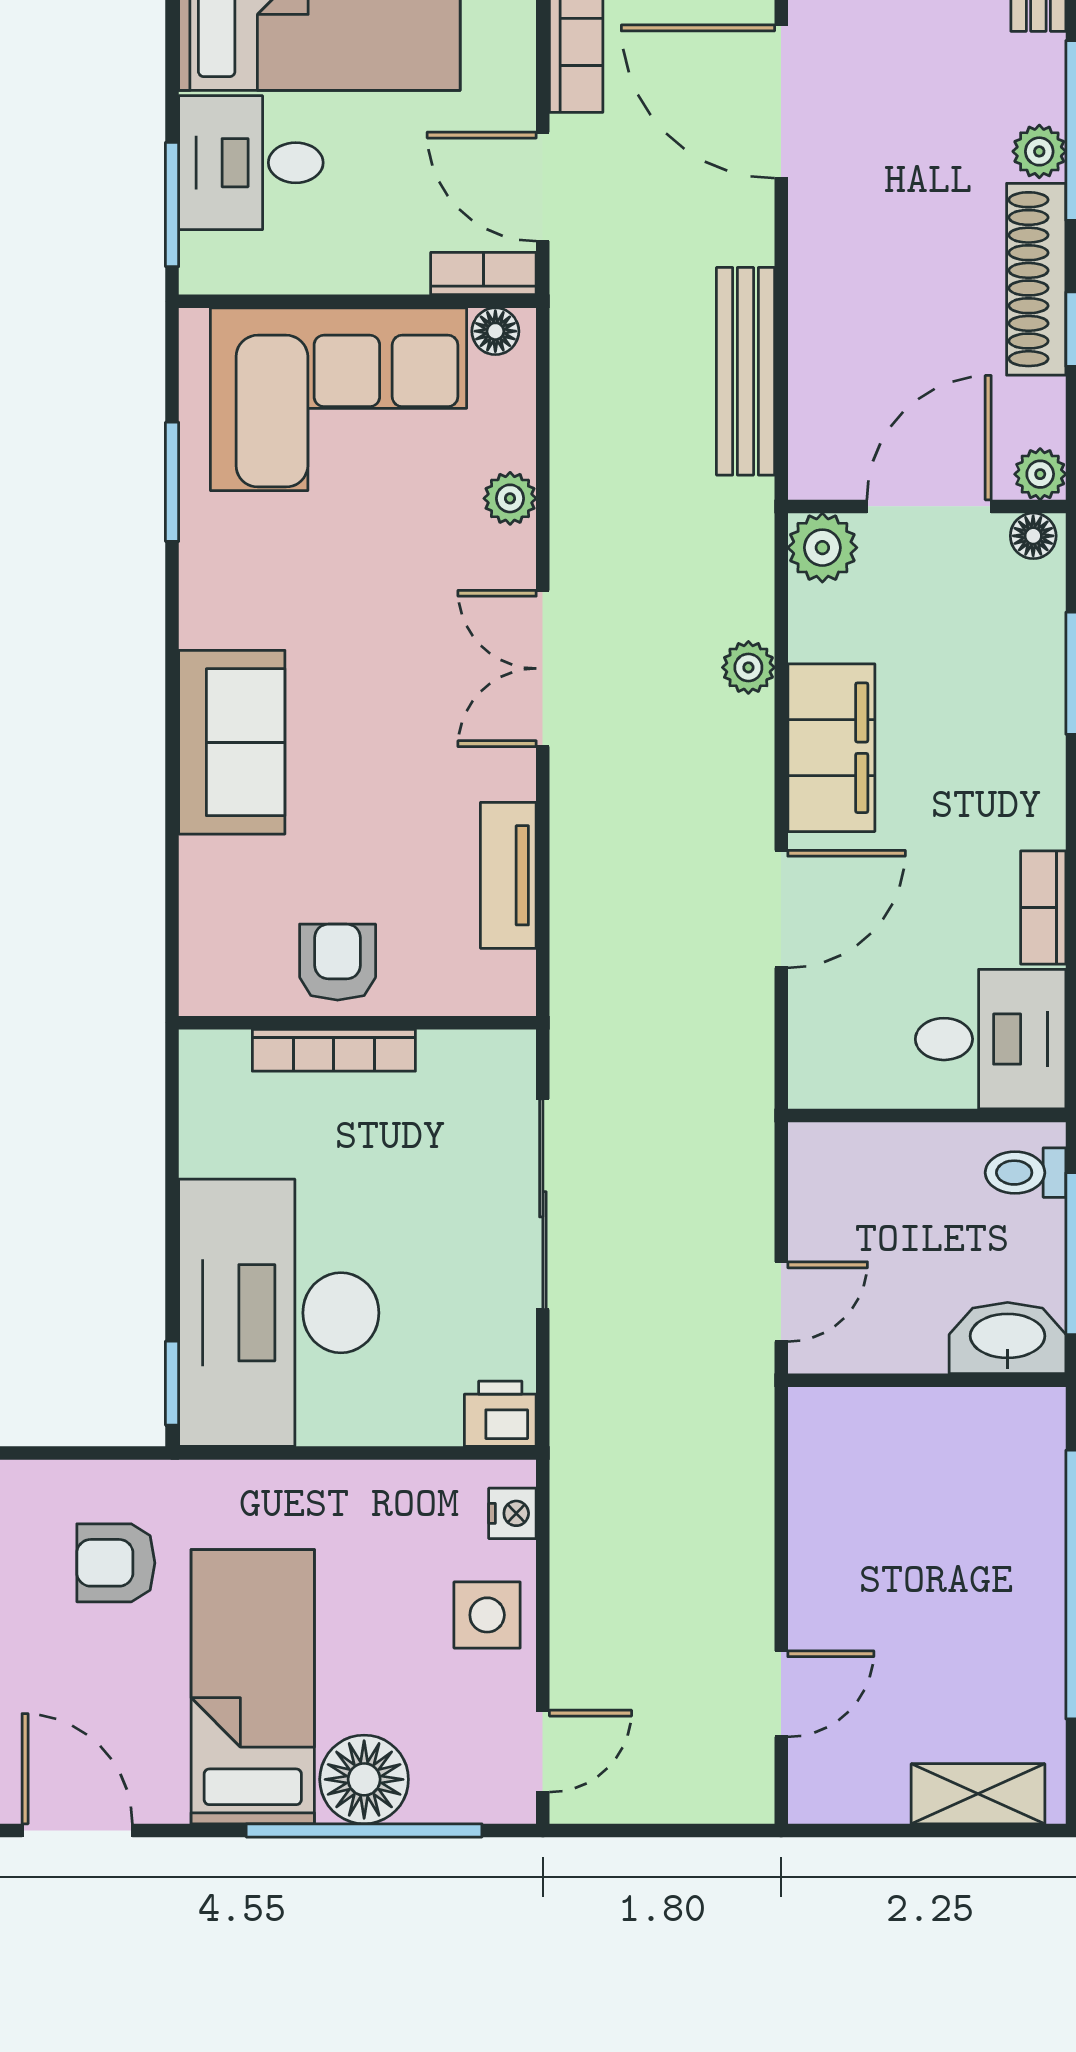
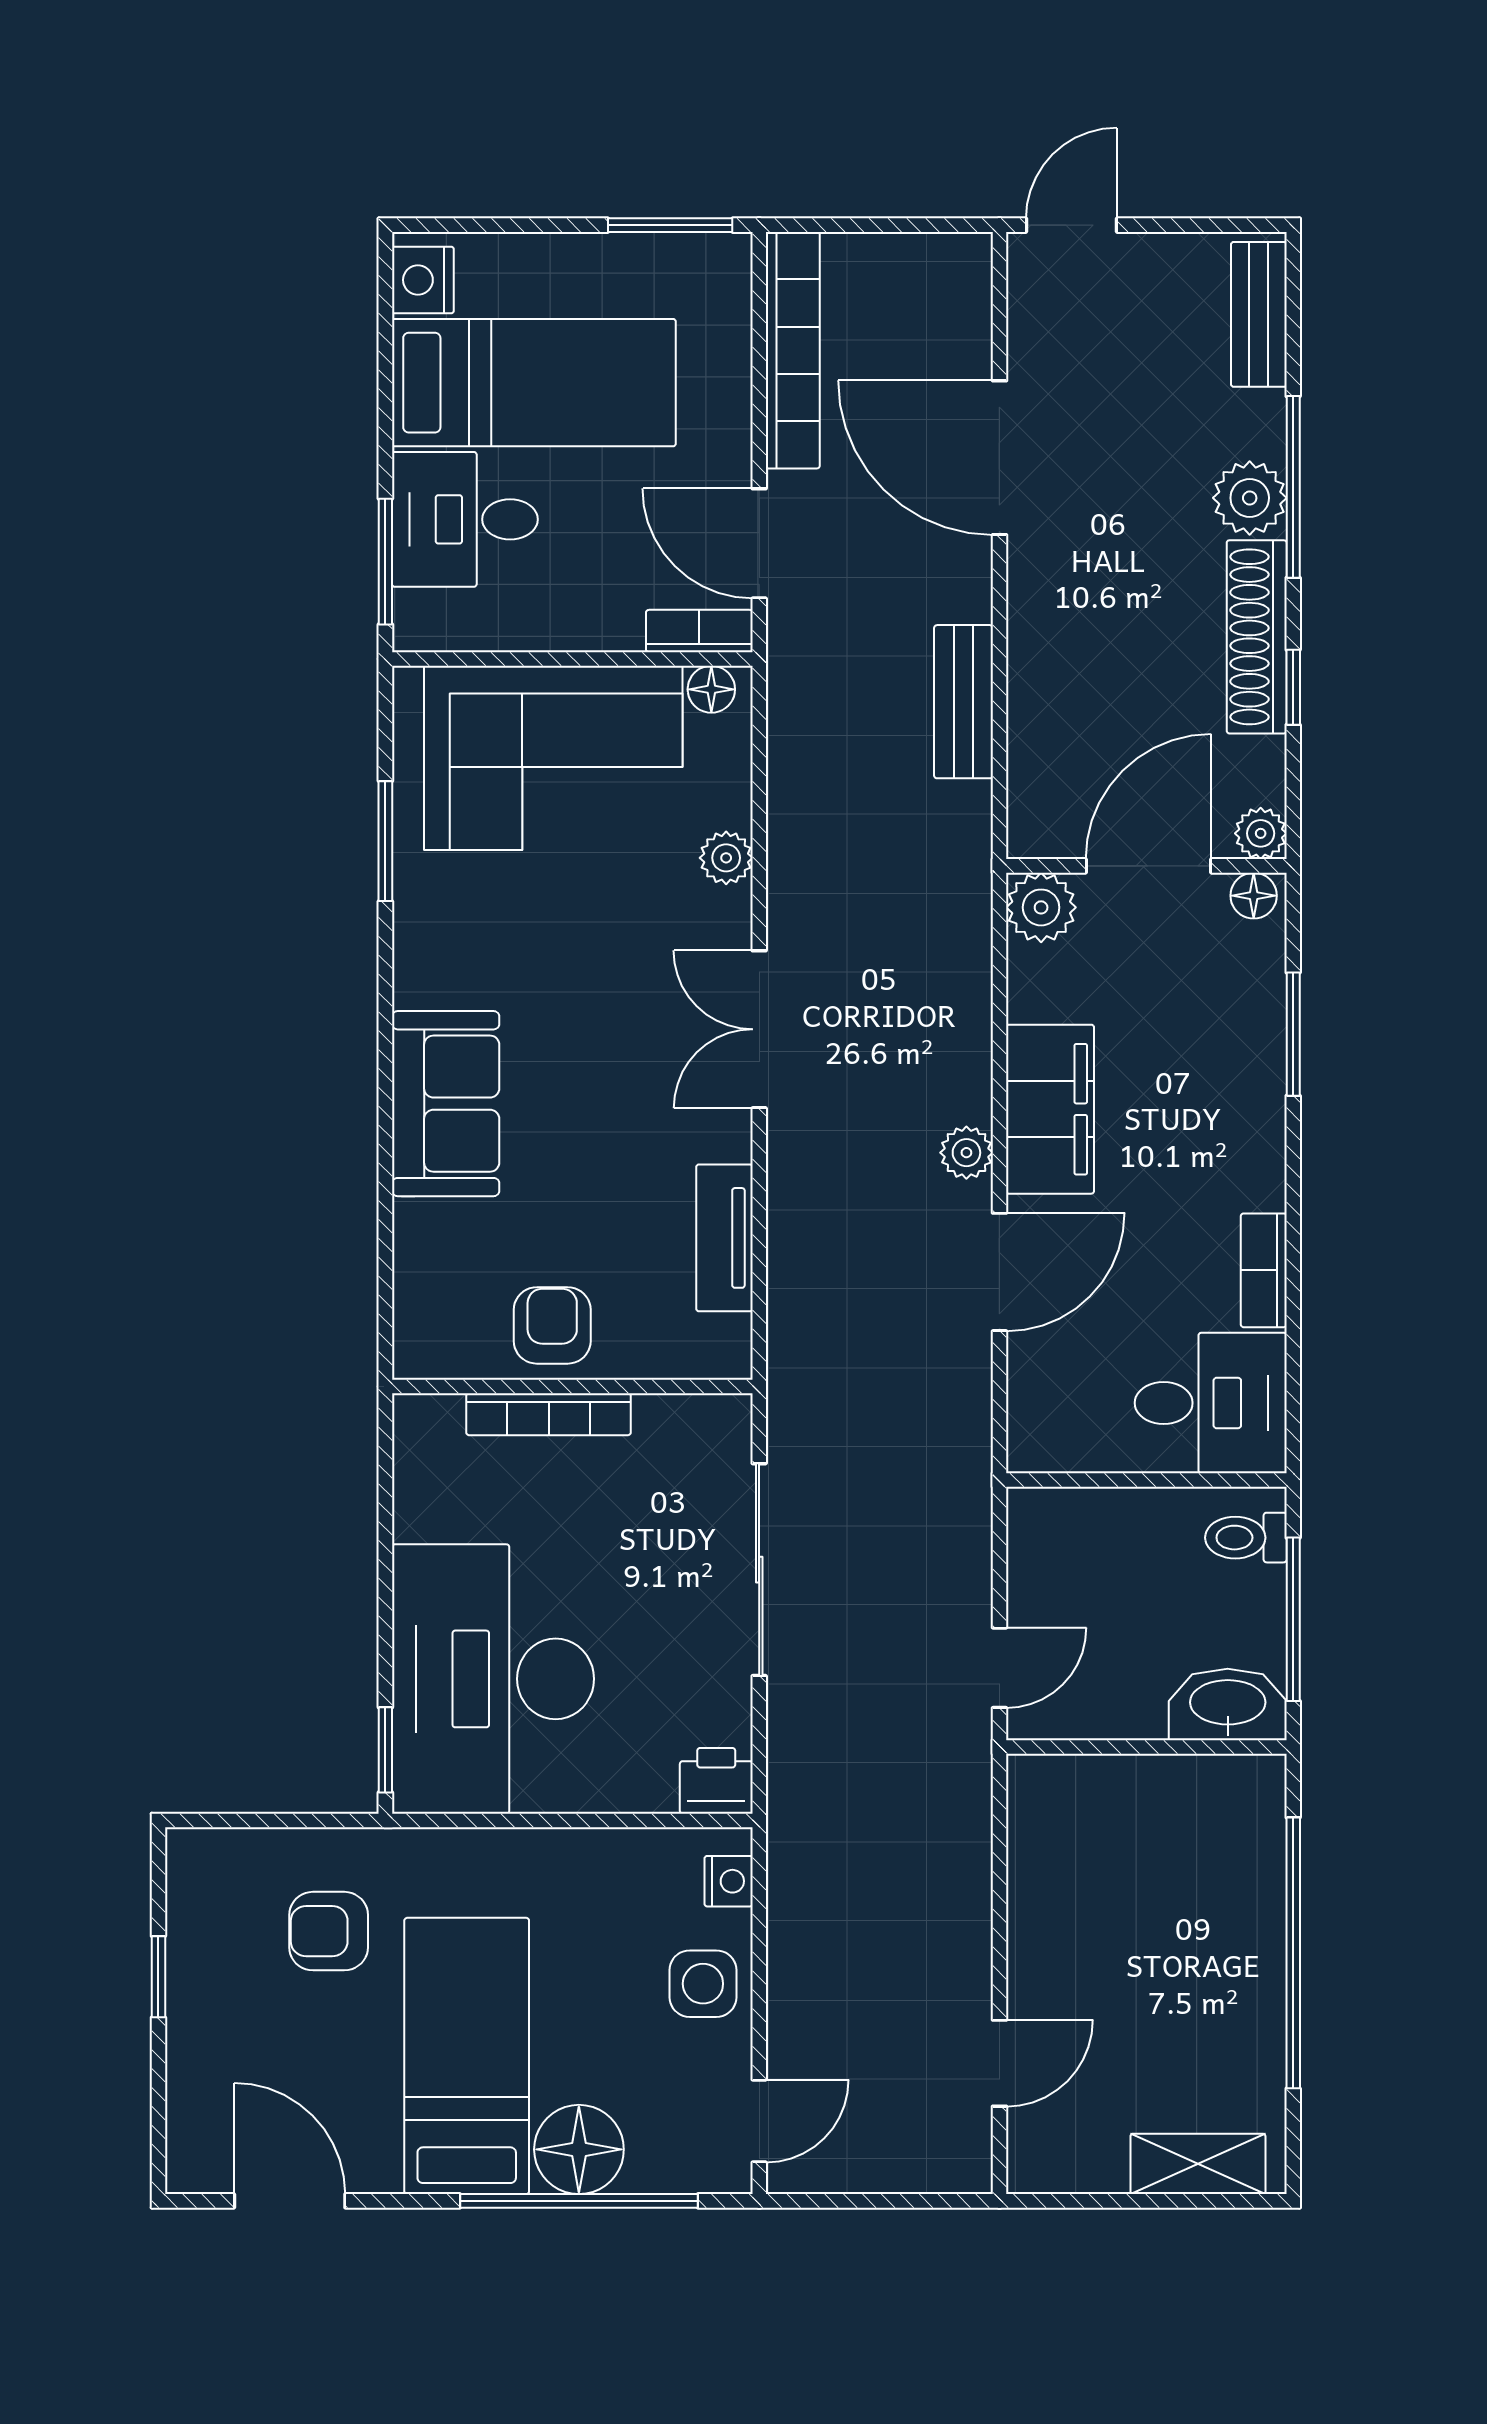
plant: (1039, 151) -> (1250, 498), width x1.38, depth x1.38
bench: (745, 371) -> (964, 702), width x0.73
plant: (748, 667) -> (966, 1153), moved

